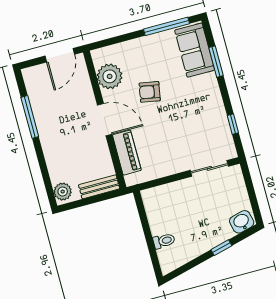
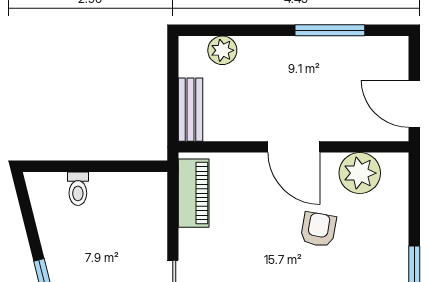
door: (105, 120) -> (294, 147), hinge flipped
piano: (127, 153) -> (194, 193), moved, turned -90
plant: (63, 192) -> (222, 50), moved

